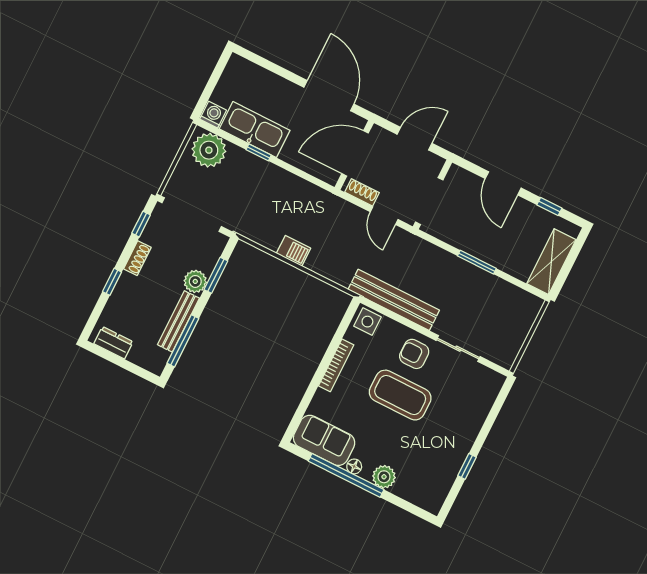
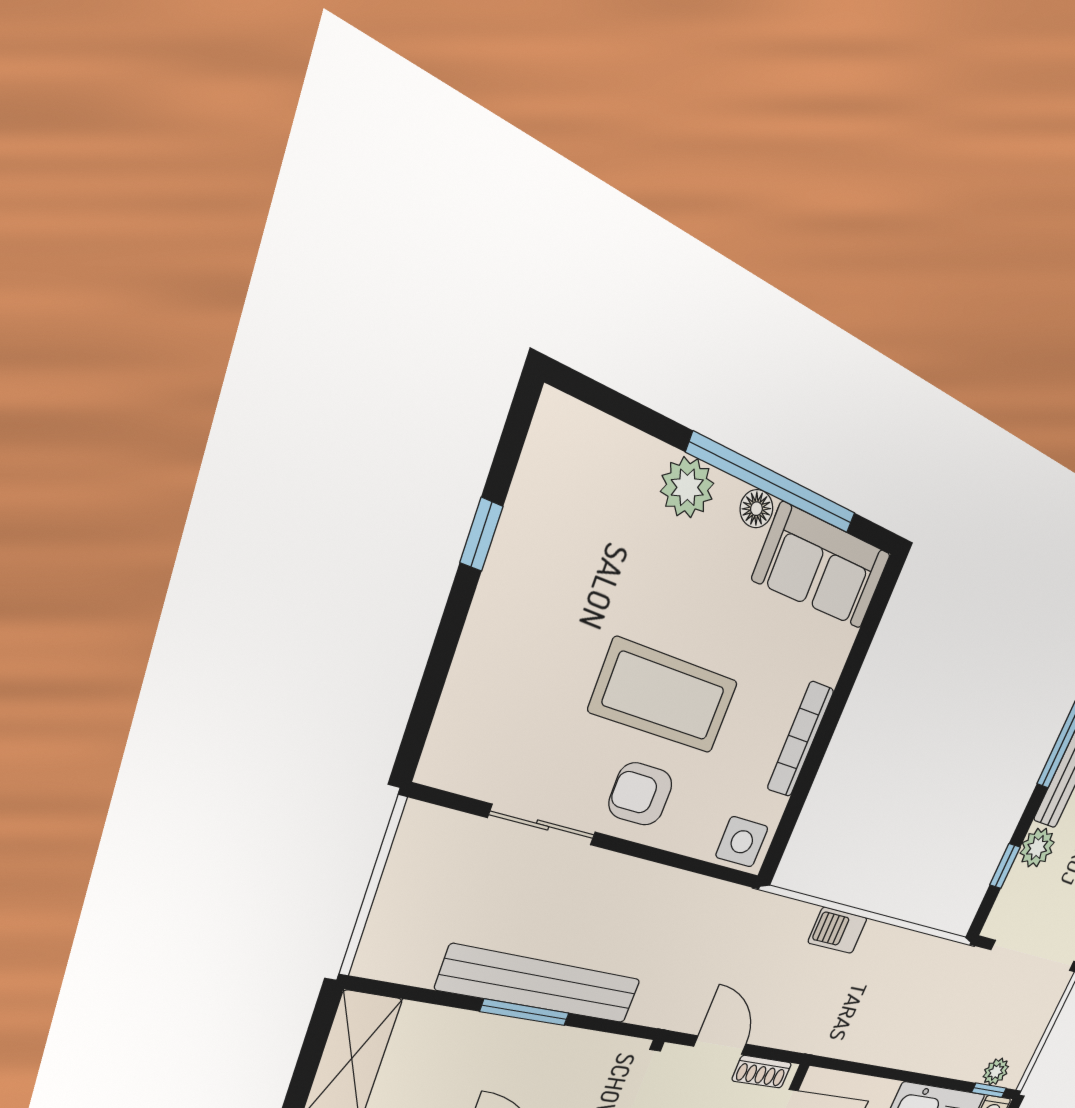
plant: (209, 150) -> (996, 1072), width x0.53, depth x0.53
window: (259, 152) -> (989, 1090), moved
barbecue: (293, 251) -> (838, 930), moved
window: (216, 275) -> (1005, 866), width x0.67
bench: (394, 300) -> (541, 985), moved
armchair: (414, 354) -> (640, 794), turned 180

